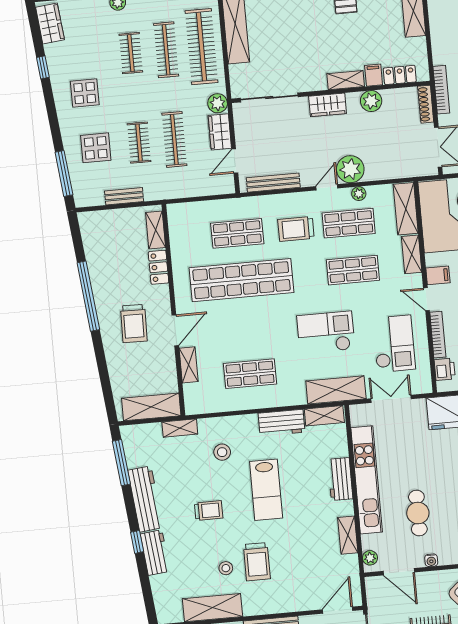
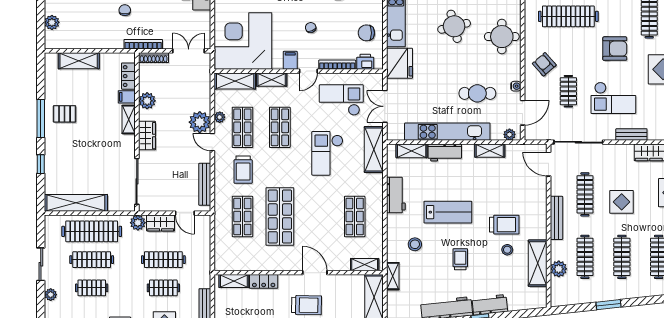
shop shelf: (241, 280) -> (280, 216), width x0.71
shelving: (189, 365) -> (365, 265), moved
shelving: (324, 416) -> (412, 151), moved, turned 90

